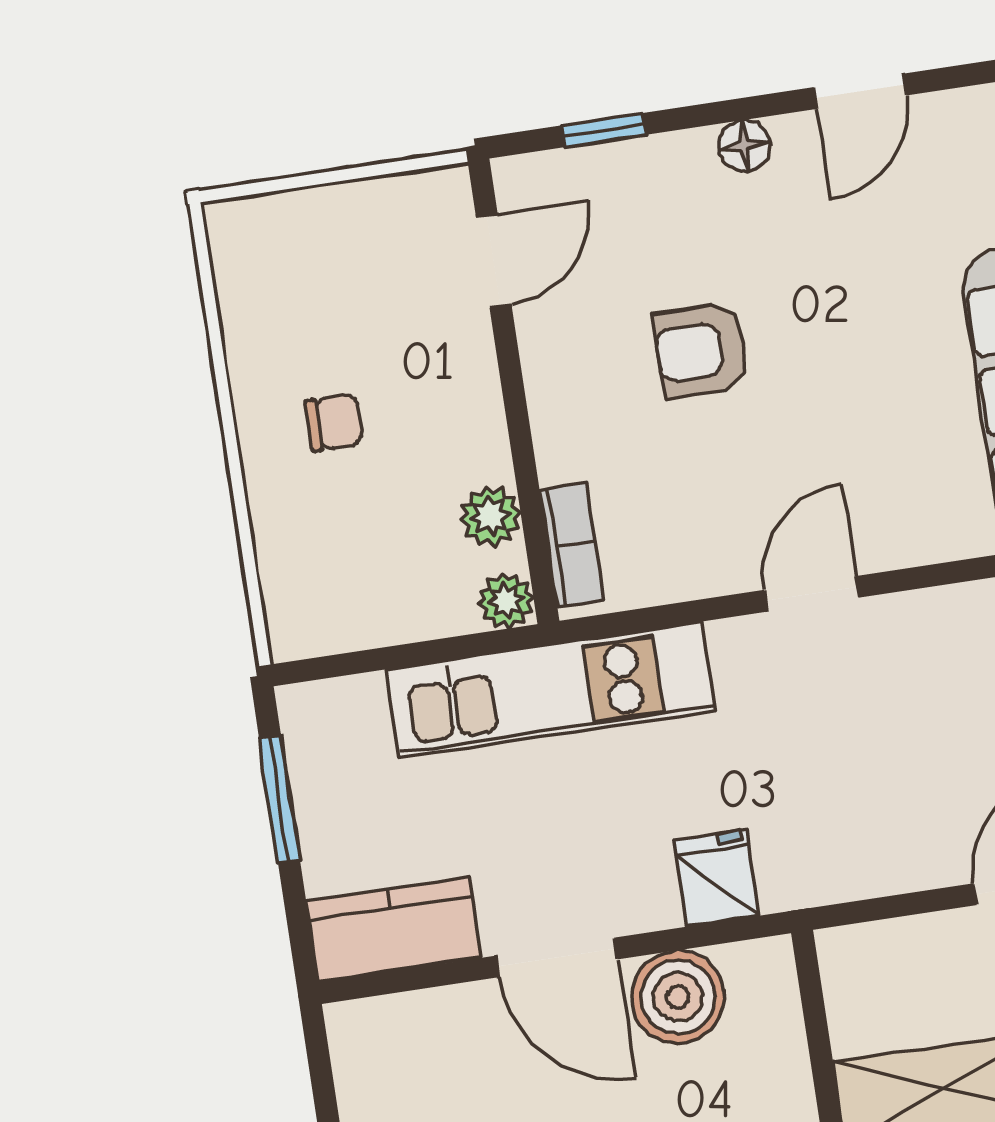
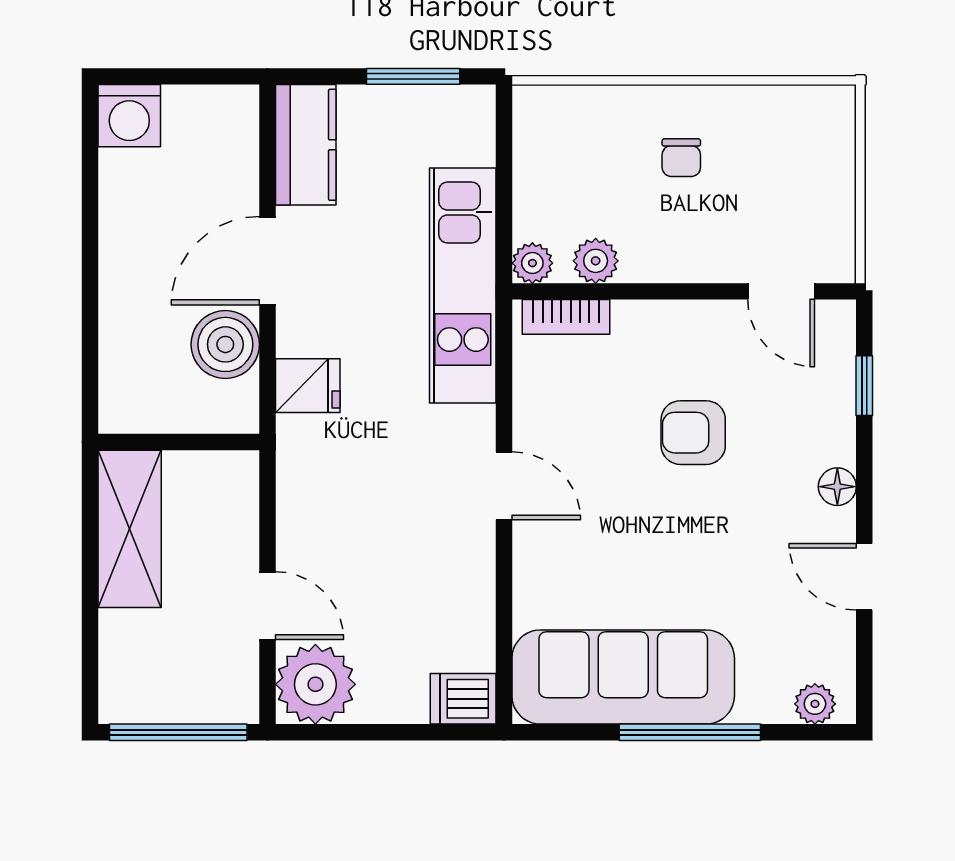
armchair: (701, 350) -> (693, 433), turned -90

